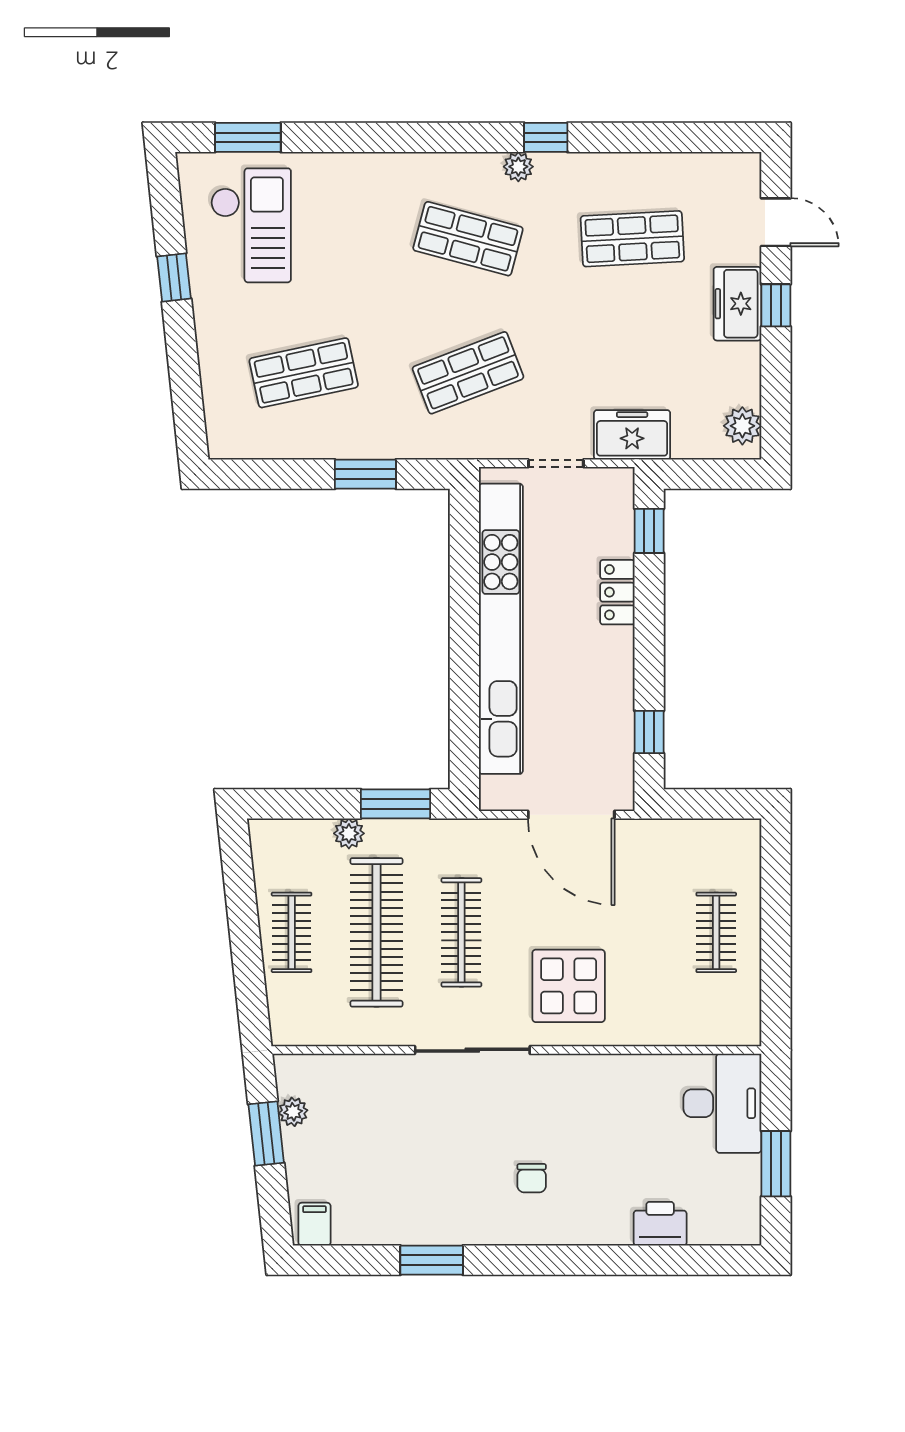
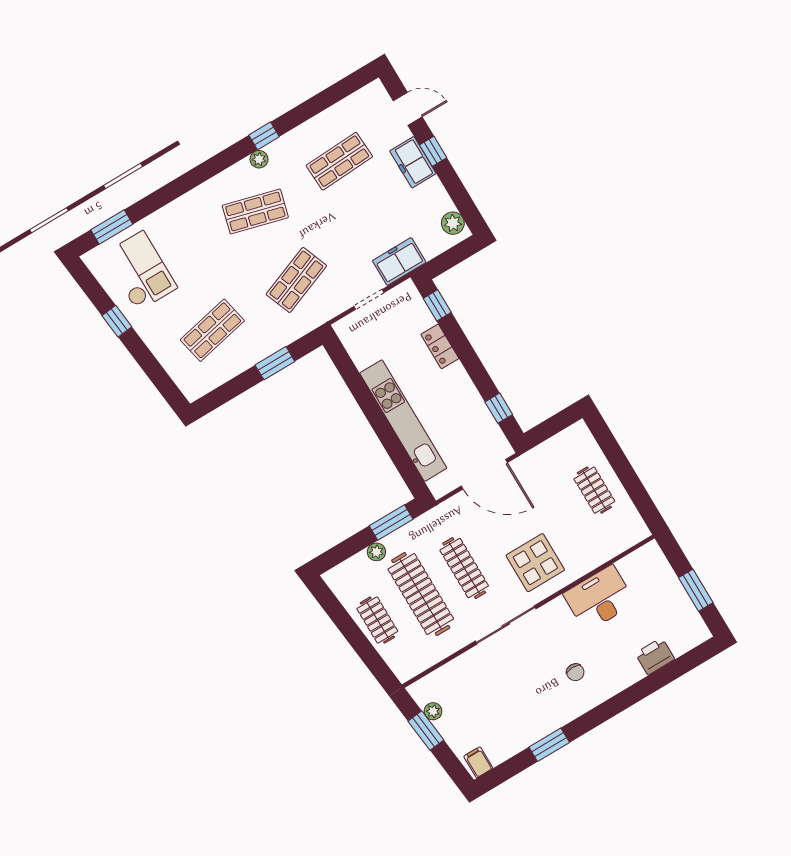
kitchen unit: (501, 629) -> (403, 421), width x0.73
desk: (722, 1103) -> (599, 598), moved, turned -90

